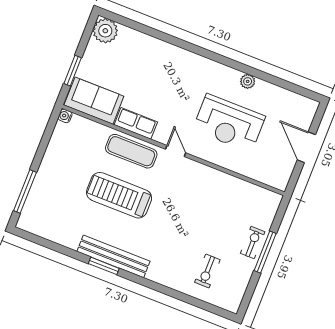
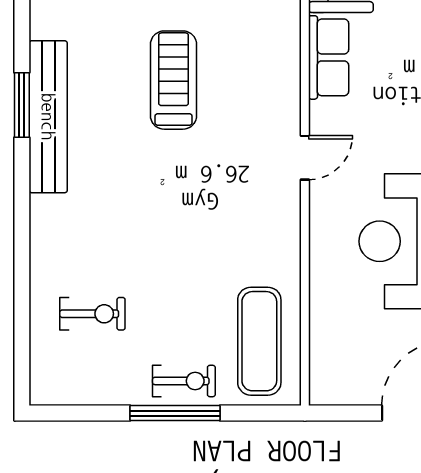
exercise mat: (131, 151) -> (259, 341), moved
treadmill: (119, 195) -> (174, 80), width x0.73, depth x0.73
exercise bike: (207, 271) -> (92, 314), turned 180

